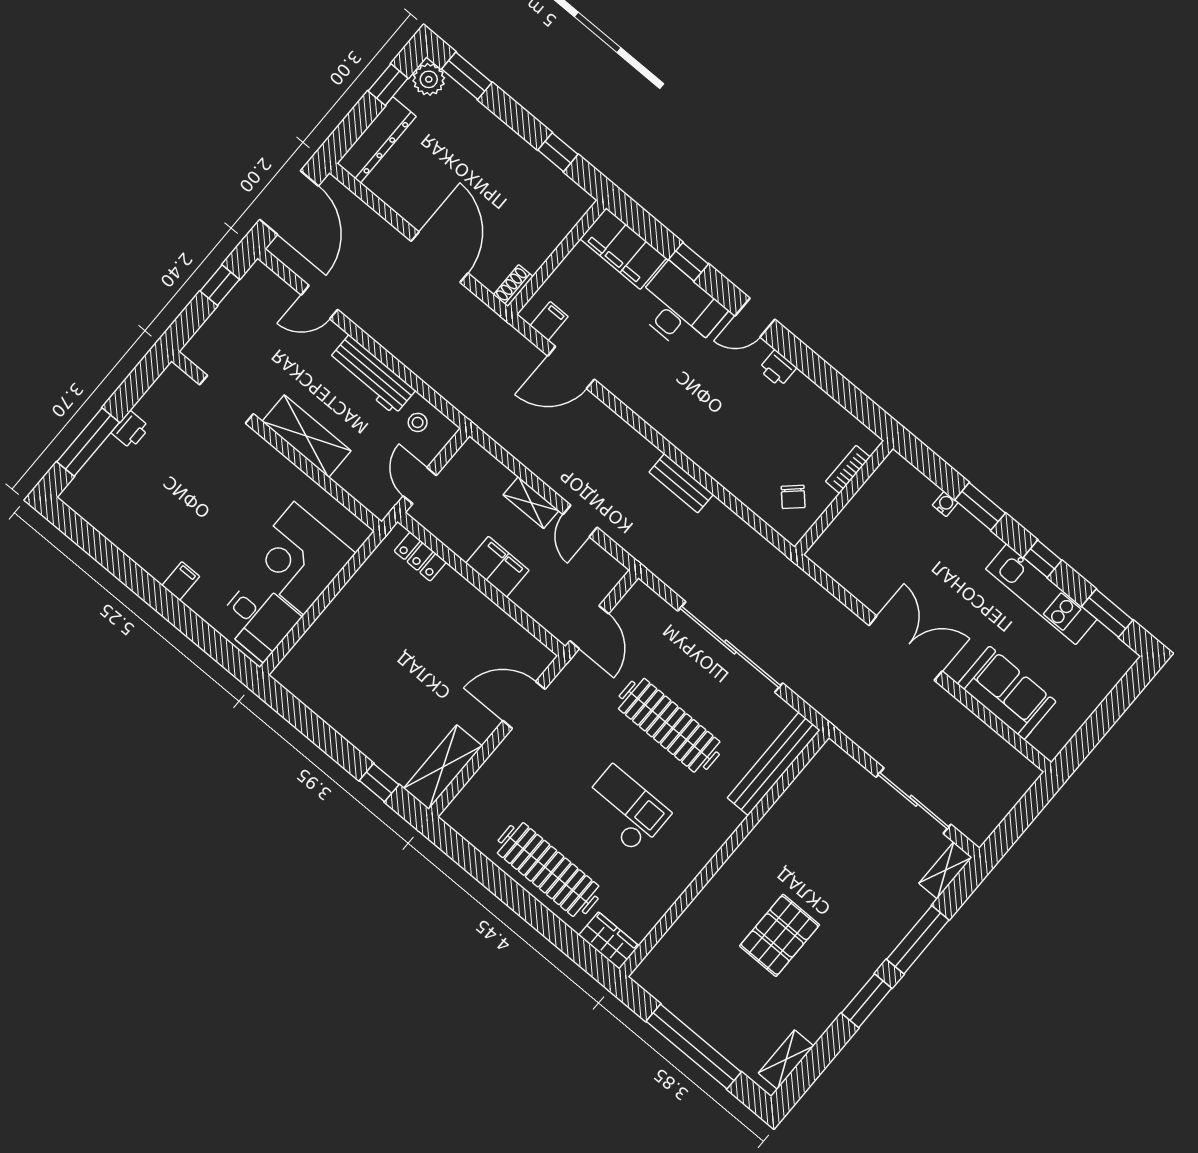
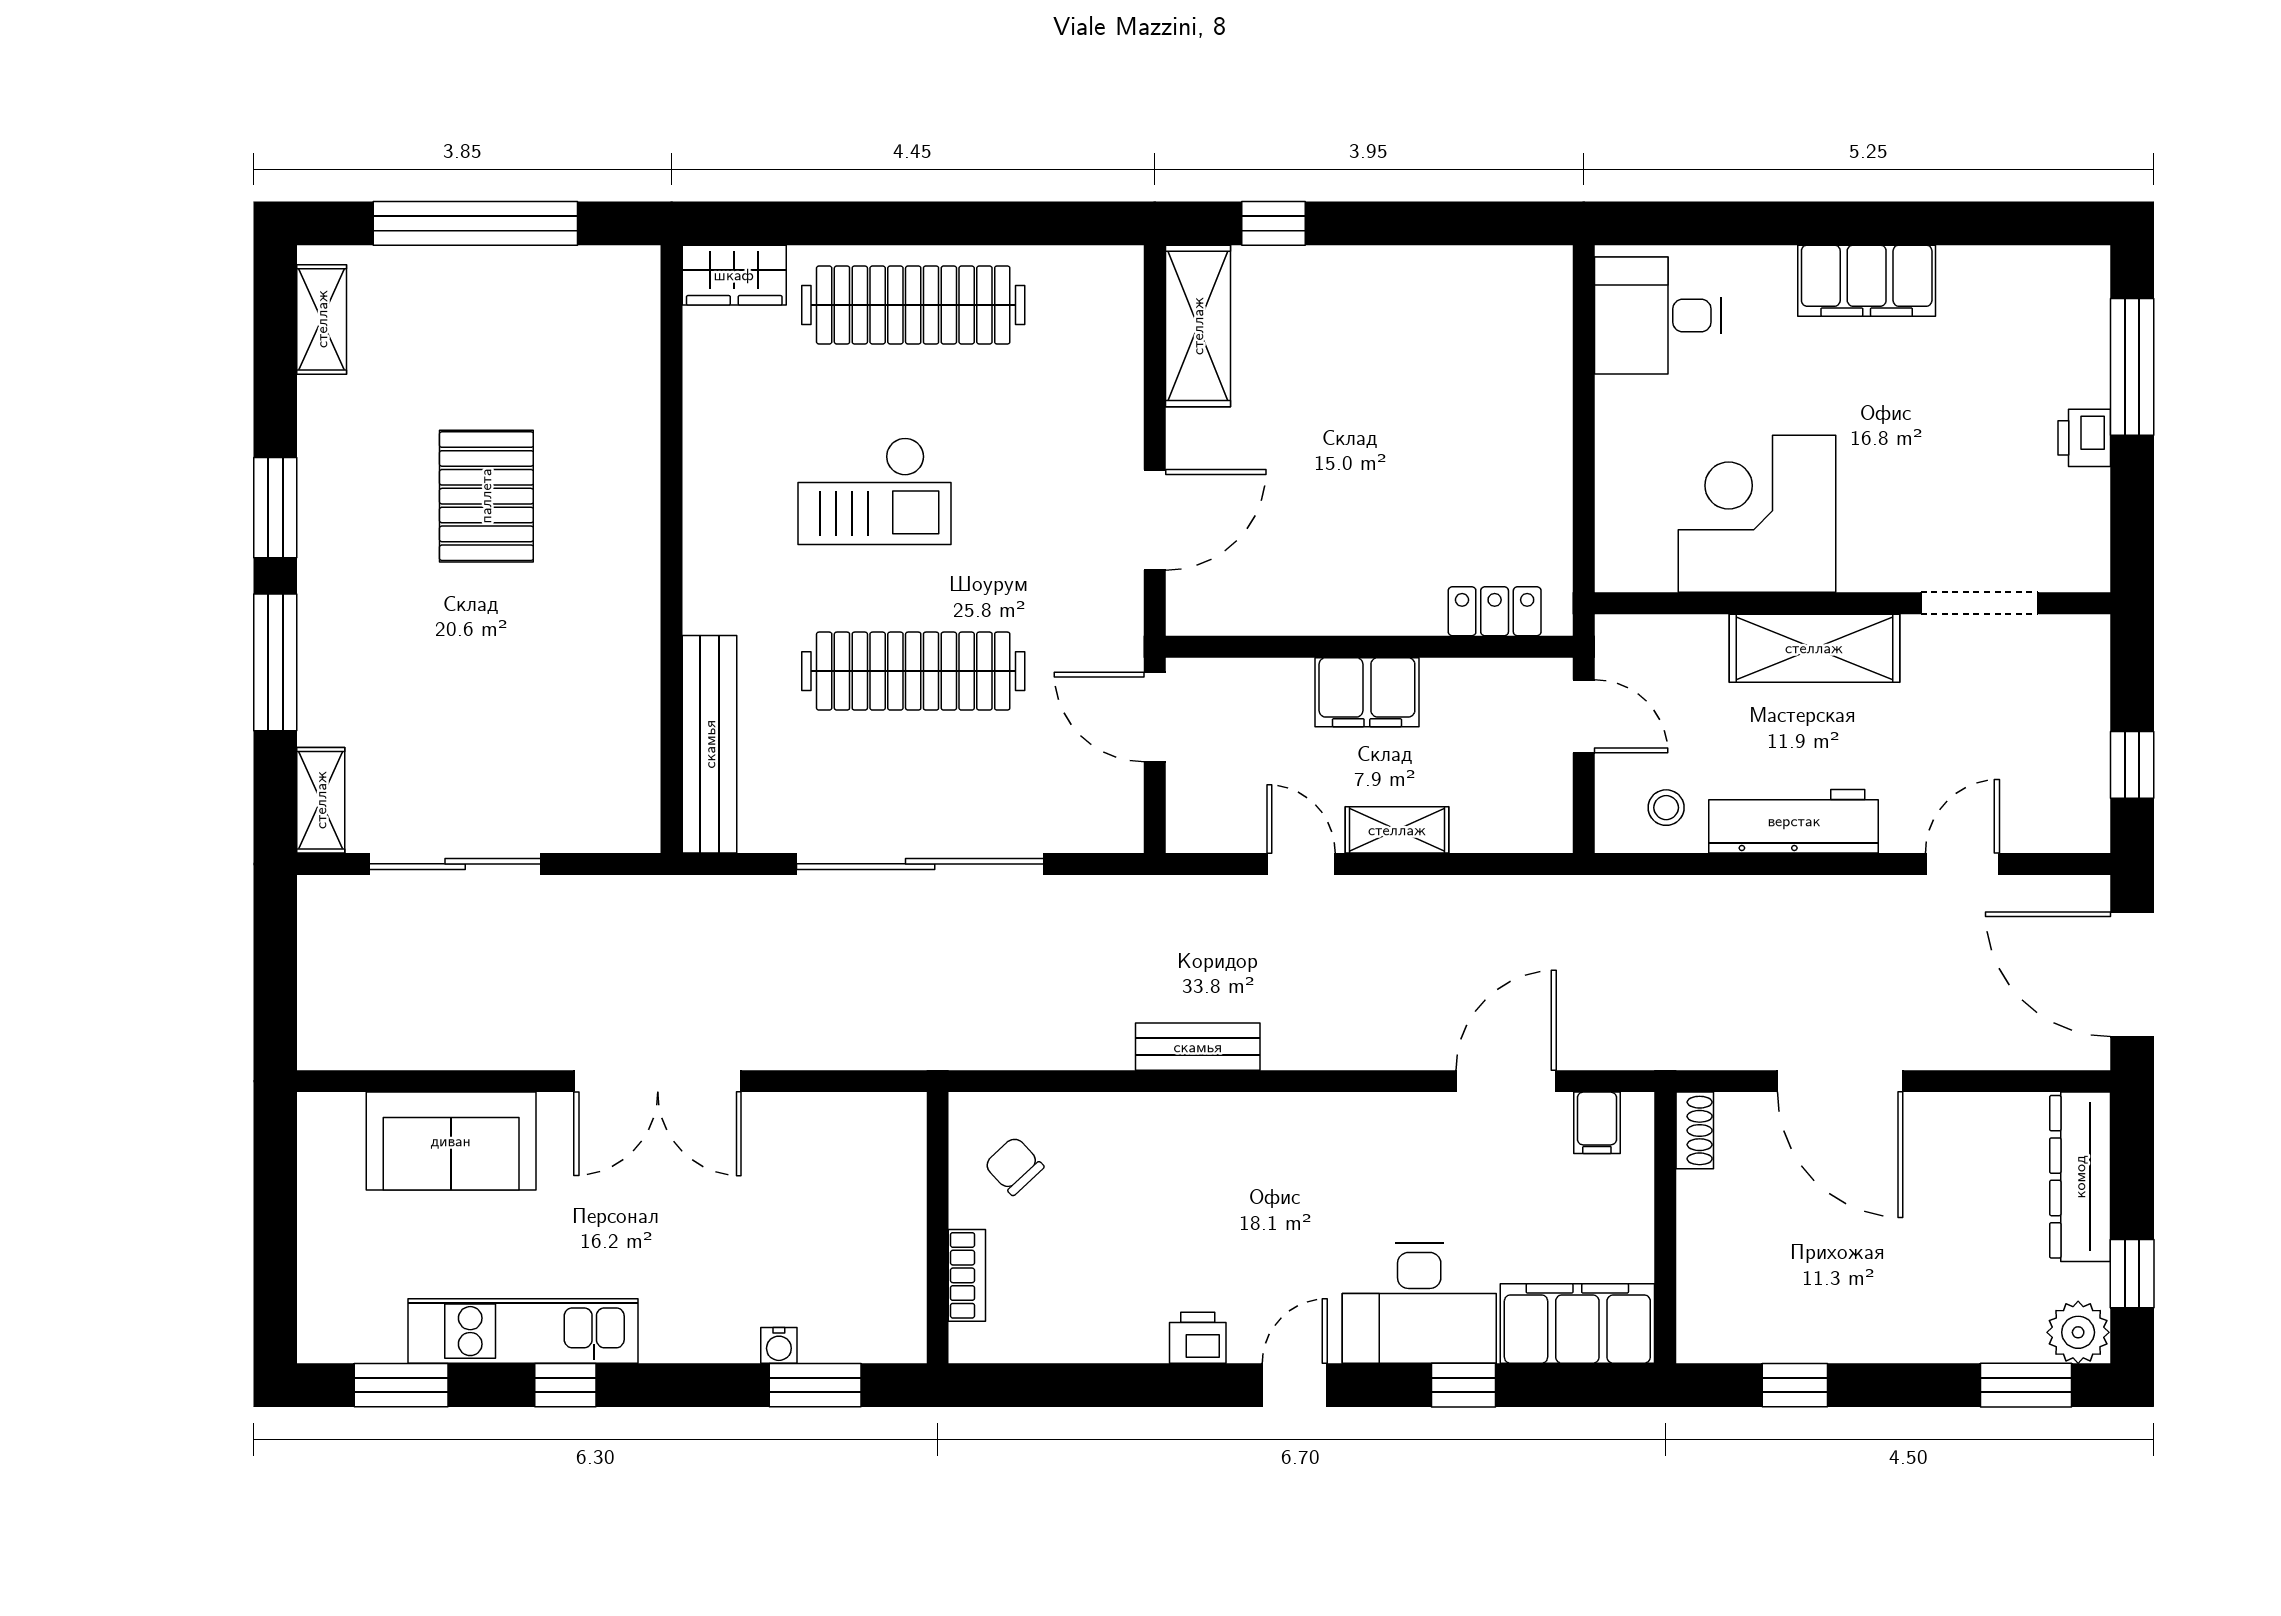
window: (980, 506) -> (815, 1385), moved
corner desk: (299, 558) -> (1757, 514), moved, turned -90
filing cabinet: (181, 581) -> (1867, 281), width x3.00, depth x1.17

